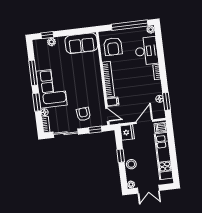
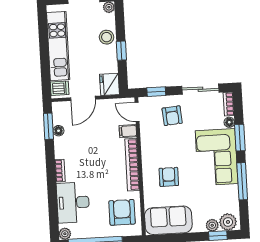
plant: (41, 45) -> (228, 222), added
armchair: (83, 73) -> (169, 177), added

